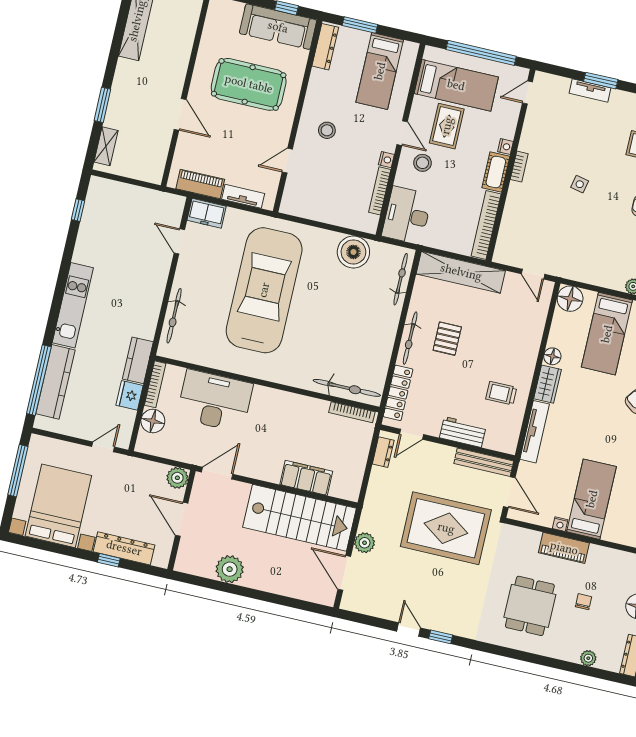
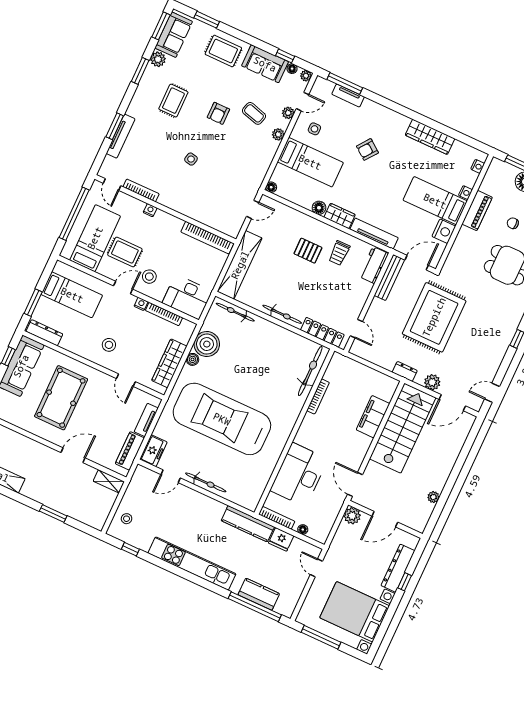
tv unit: (590, 91) -> (121, 136), width x1.41
shelving: (106, 146) -> (109, 481), moved
bookcase: (519, 167) -> (141, 190), moved, width x1.56
cot: (496, 172) -> (168, 222), removed
stool: (115, 197) -> (127, 519), added
wardrobe: (320, 210) -> (169, 363), added
boiler: (331, 238) -> (192, 359), added
floor lamp: (570, 299) -> (271, 187), width x0.53, depth x0.53
kitchen unit: (73, 305) -> (192, 564), width x1.36
bicycle: (174, 316) -> (206, 482), moved
pallet: (447, 339) -> (308, 251), moved
kitchen counter: (138, 360) -> (248, 524), width x1.50
kitchen counter: (55, 382) -> (259, 594), width x0.67
bookcase: (352, 412) -> (318, 396), moved
floor lamp: (153, 421) -> (303, 530), width x0.53, depth x0.53
workbench: (463, 432) -> (374, 265), moved
dresser: (383, 452) -> (405, 371), moved
nightstand: (560, 524) -> (444, 231), width x1.89, depth x1.79
nightstand: (609, 535) -> (466, 193), added
piano: (564, 548) -> (477, 211), moved
plant: (230, 569) -> (433, 497), width x0.53, depth x0.53
door: (409, 630) -> (492, 393), moved

